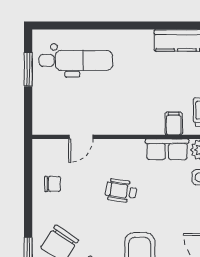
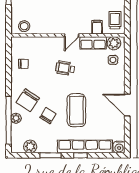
stool: (54, 122) -> (24, 26), added
door: (81, 137) -> (72, 35), moved

